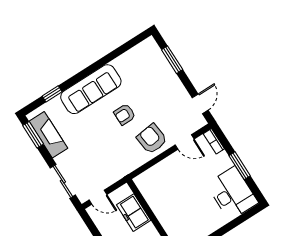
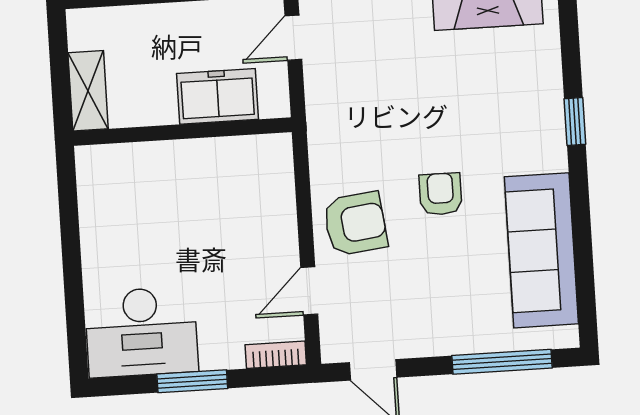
window: (172, 60) -> (502, 362), width x1.44
sofa: (91, 89) -> (541, 250), moved
window: (52, 94) -> (575, 122), moved

